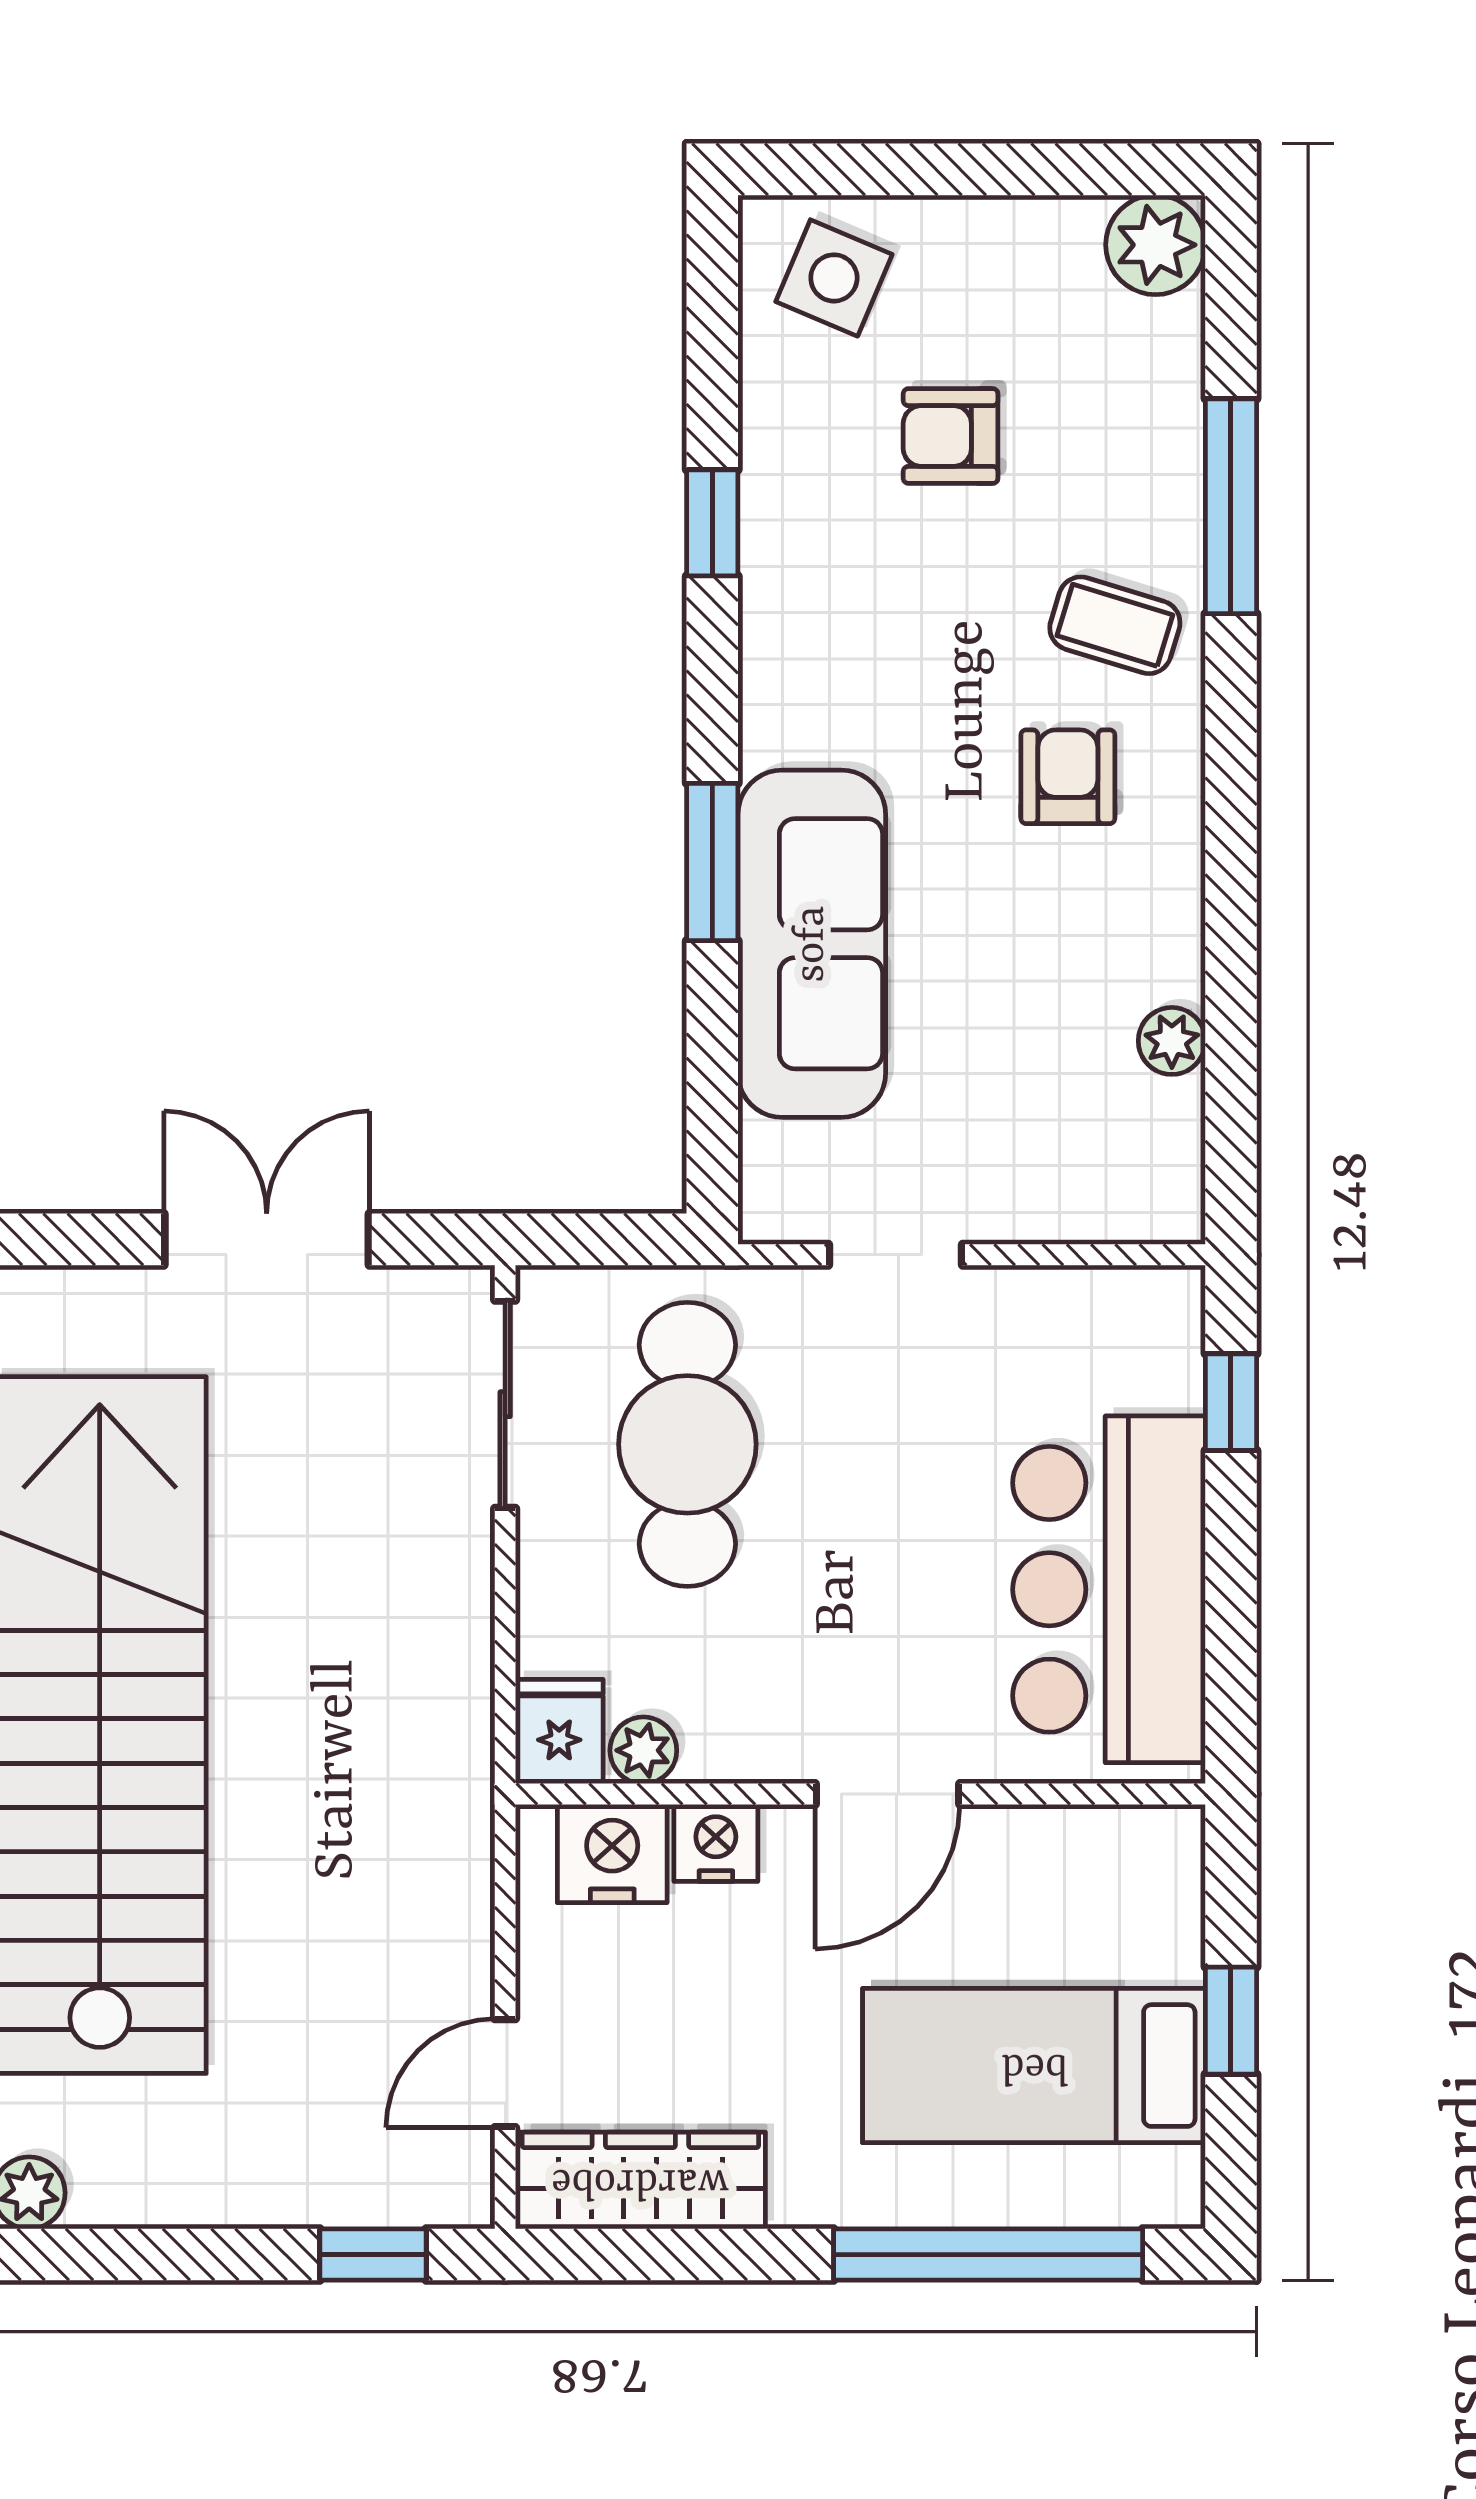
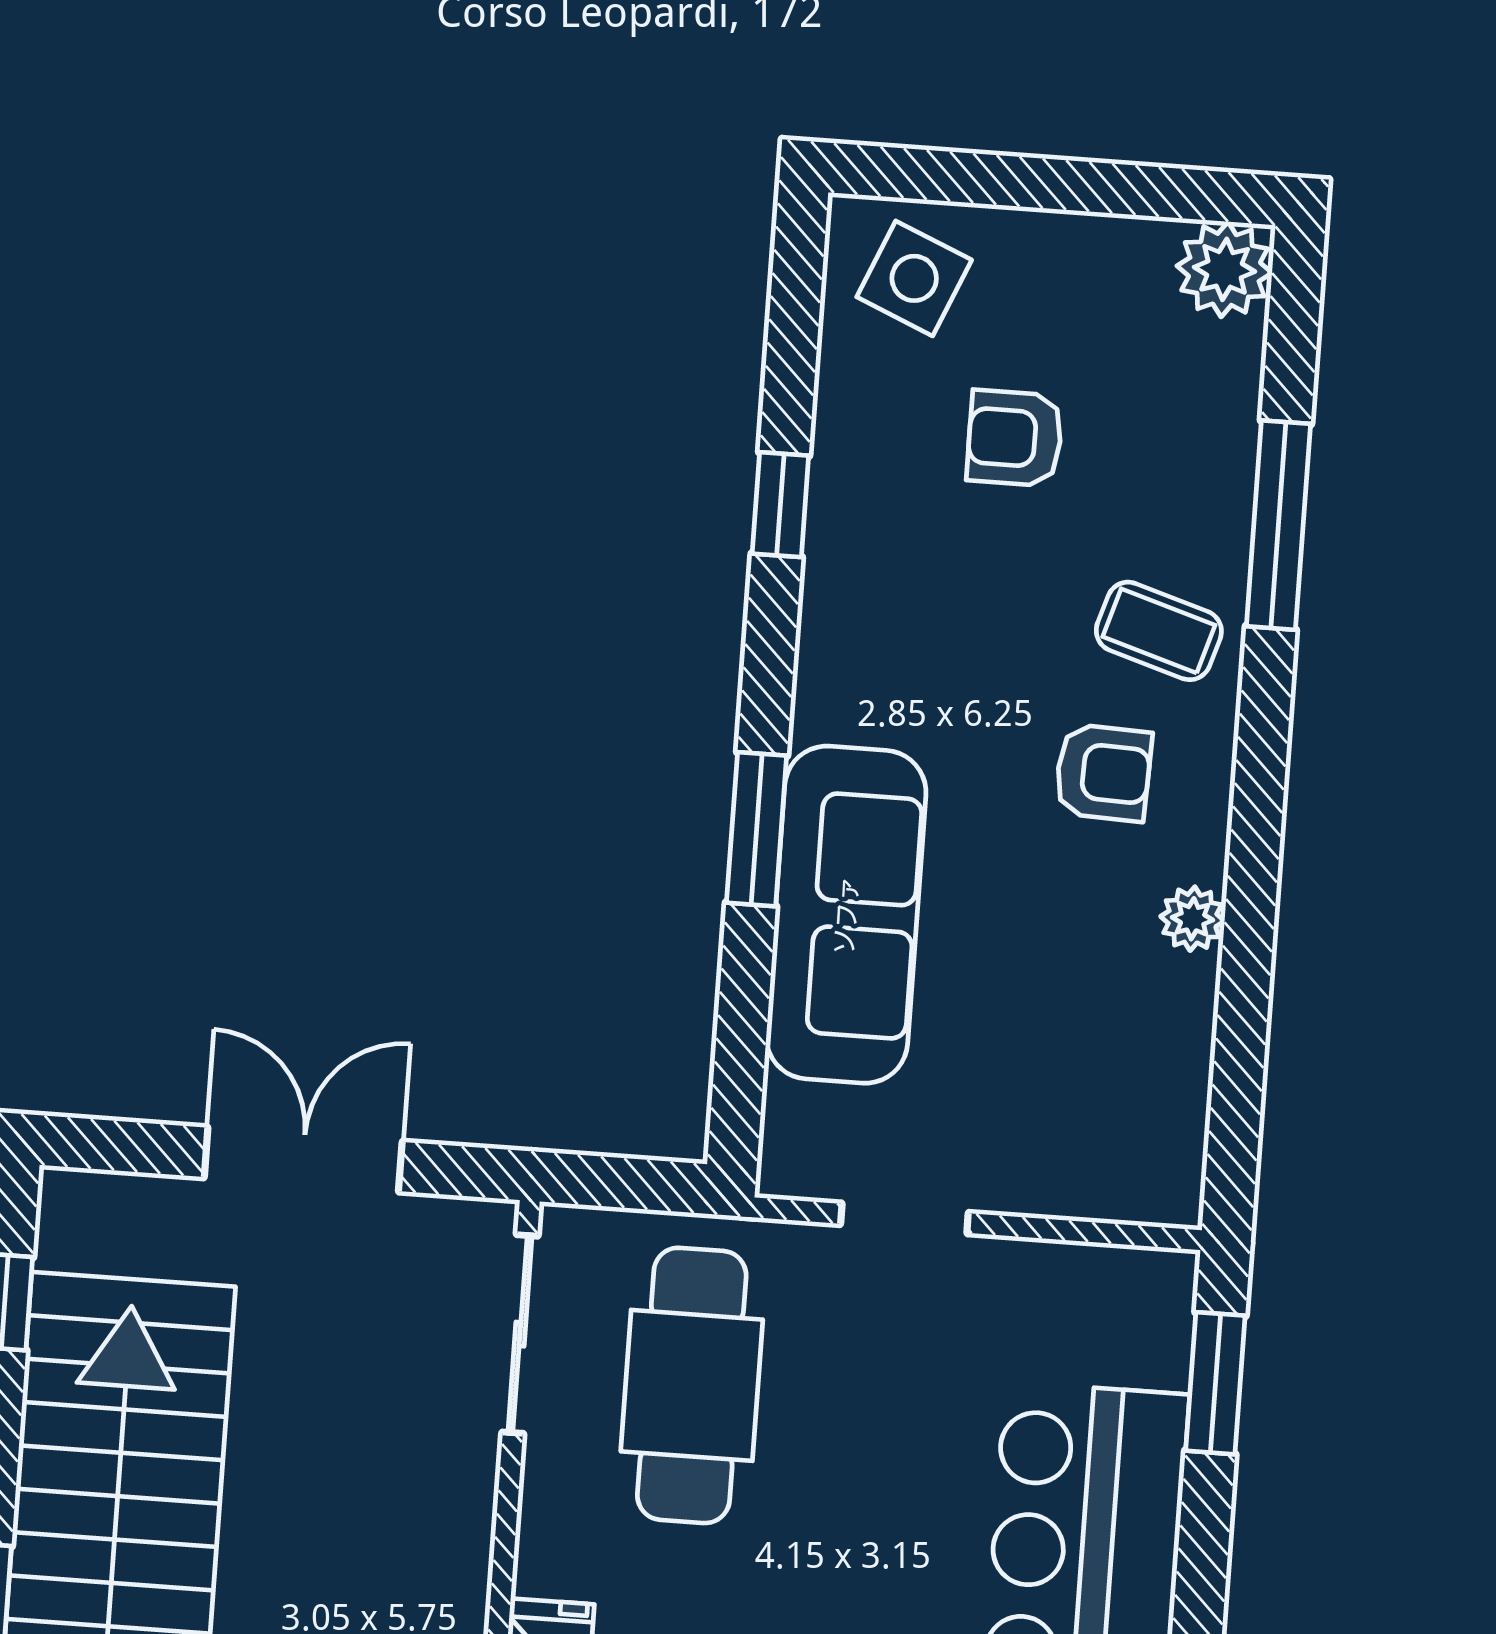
armchair: (1068, 777) -> (1103, 773), turned 92
plant: (1172, 1041) -> (1193, 919), moved
window: (1231, 1402) -> (1215, 1383), width x1.50

